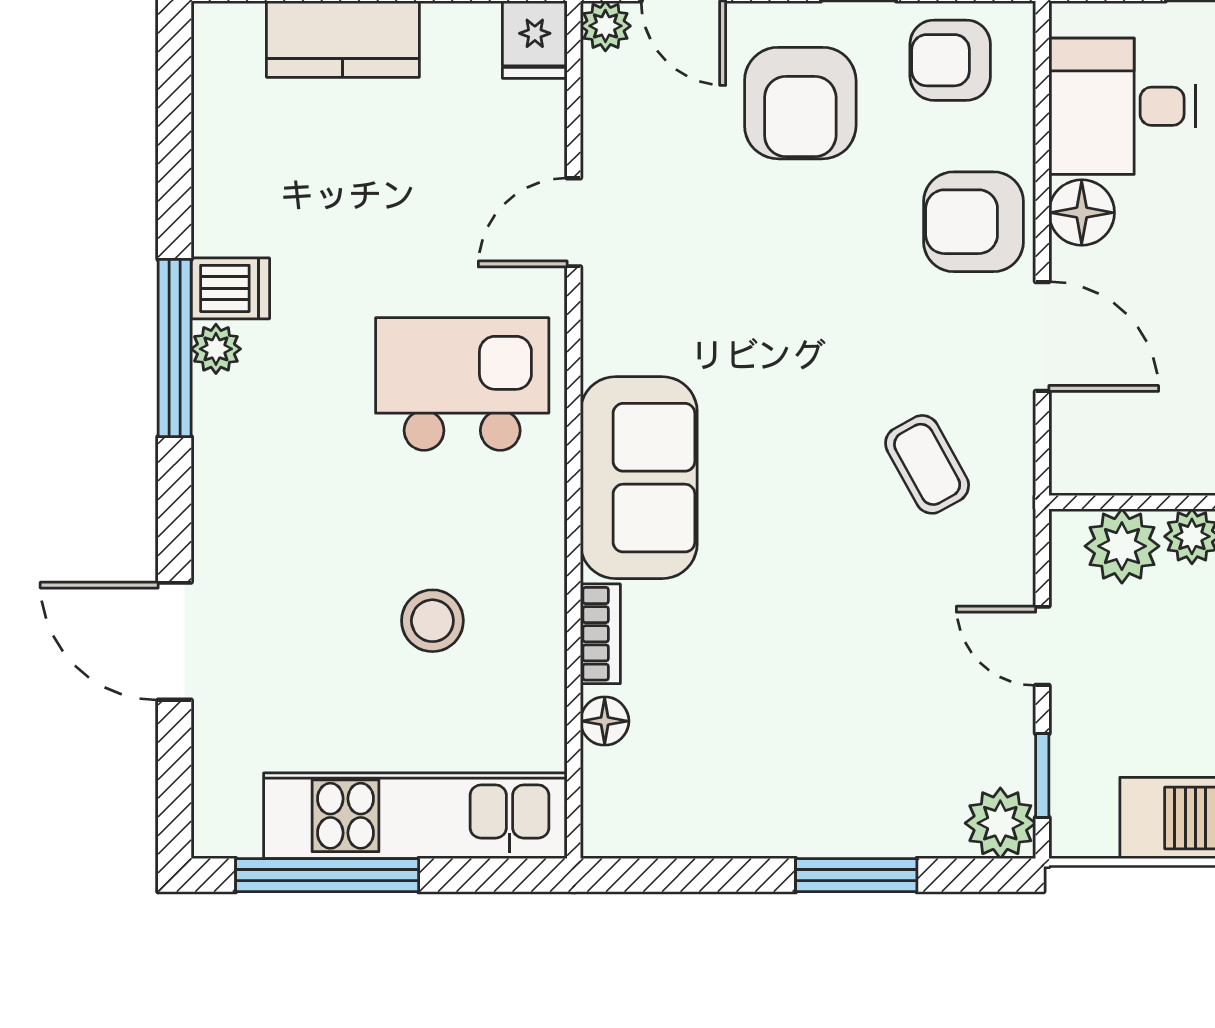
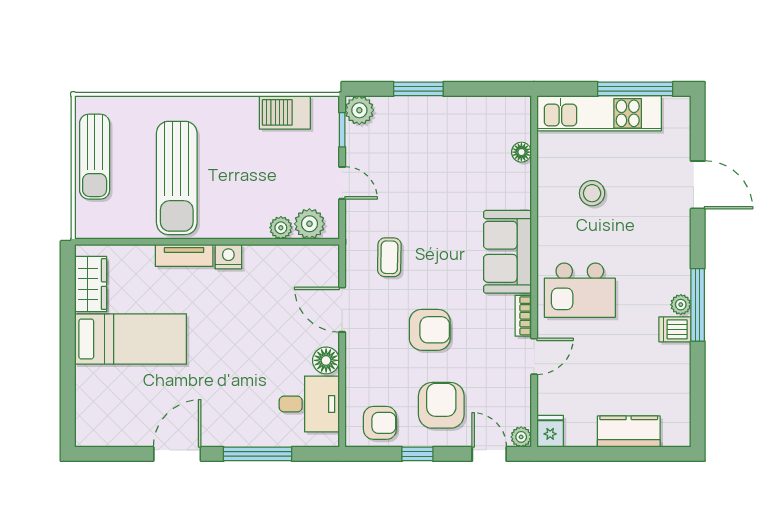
armchair: (974, 222) -> (430, 330), moved
coffee table: (927, 464) -> (389, 257), turned 30
bookcase: (600, 634) -> (523, 316), moved

